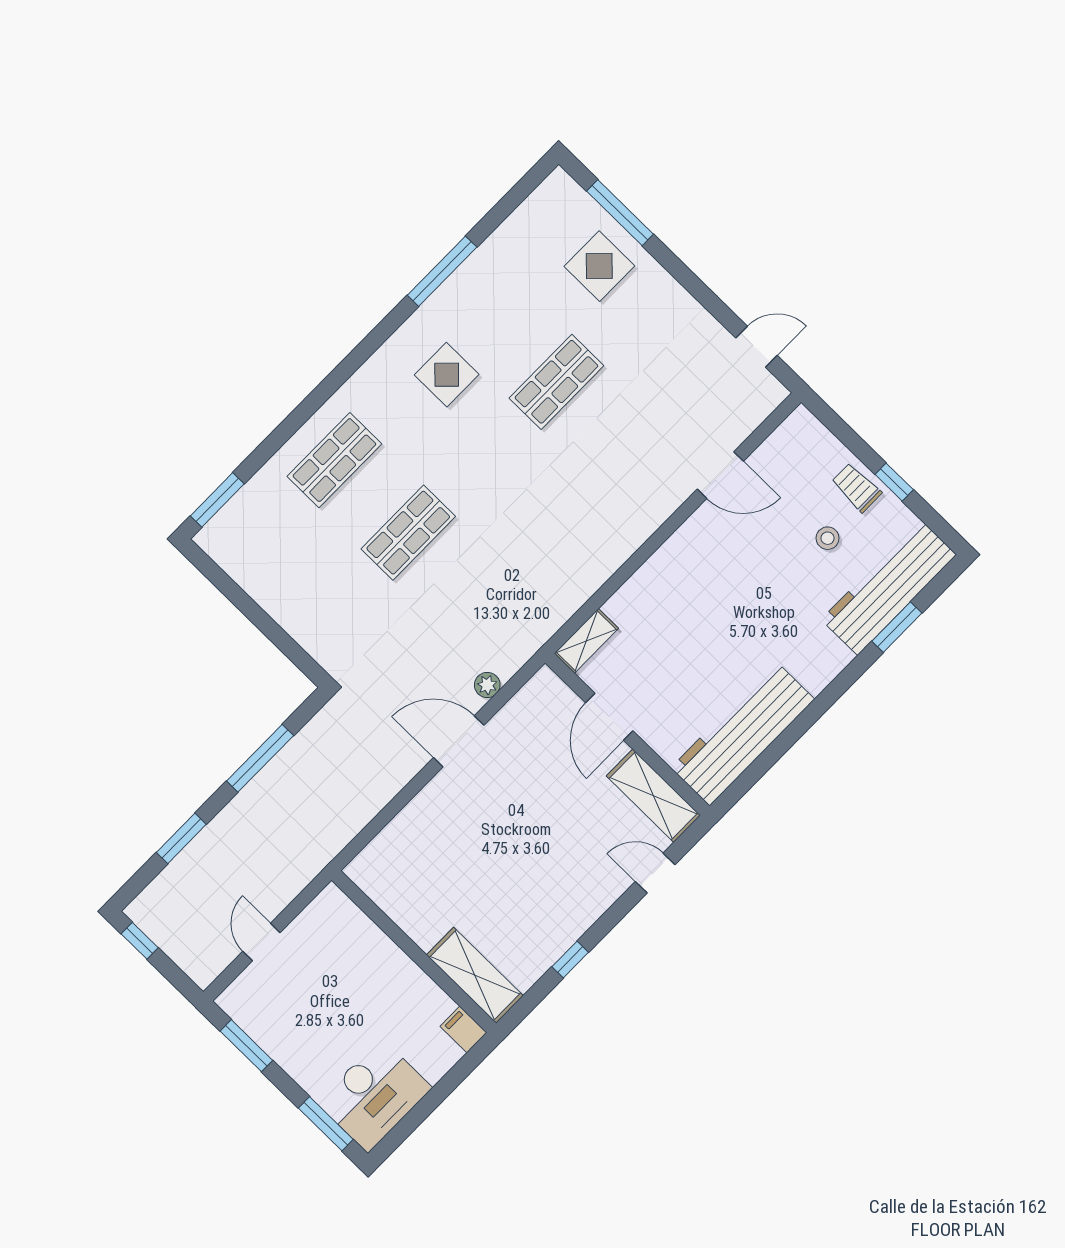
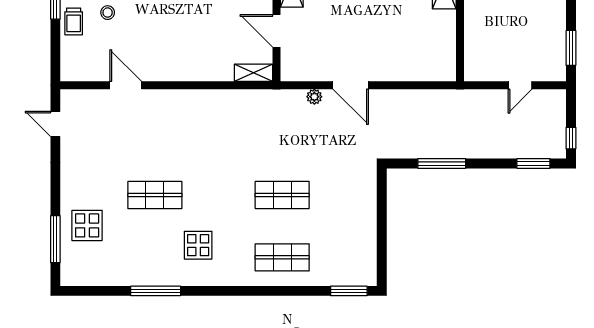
door: (609, 717) -> (276, 31), swing flipped
window: (181, 838) -> (533, 163), moved

